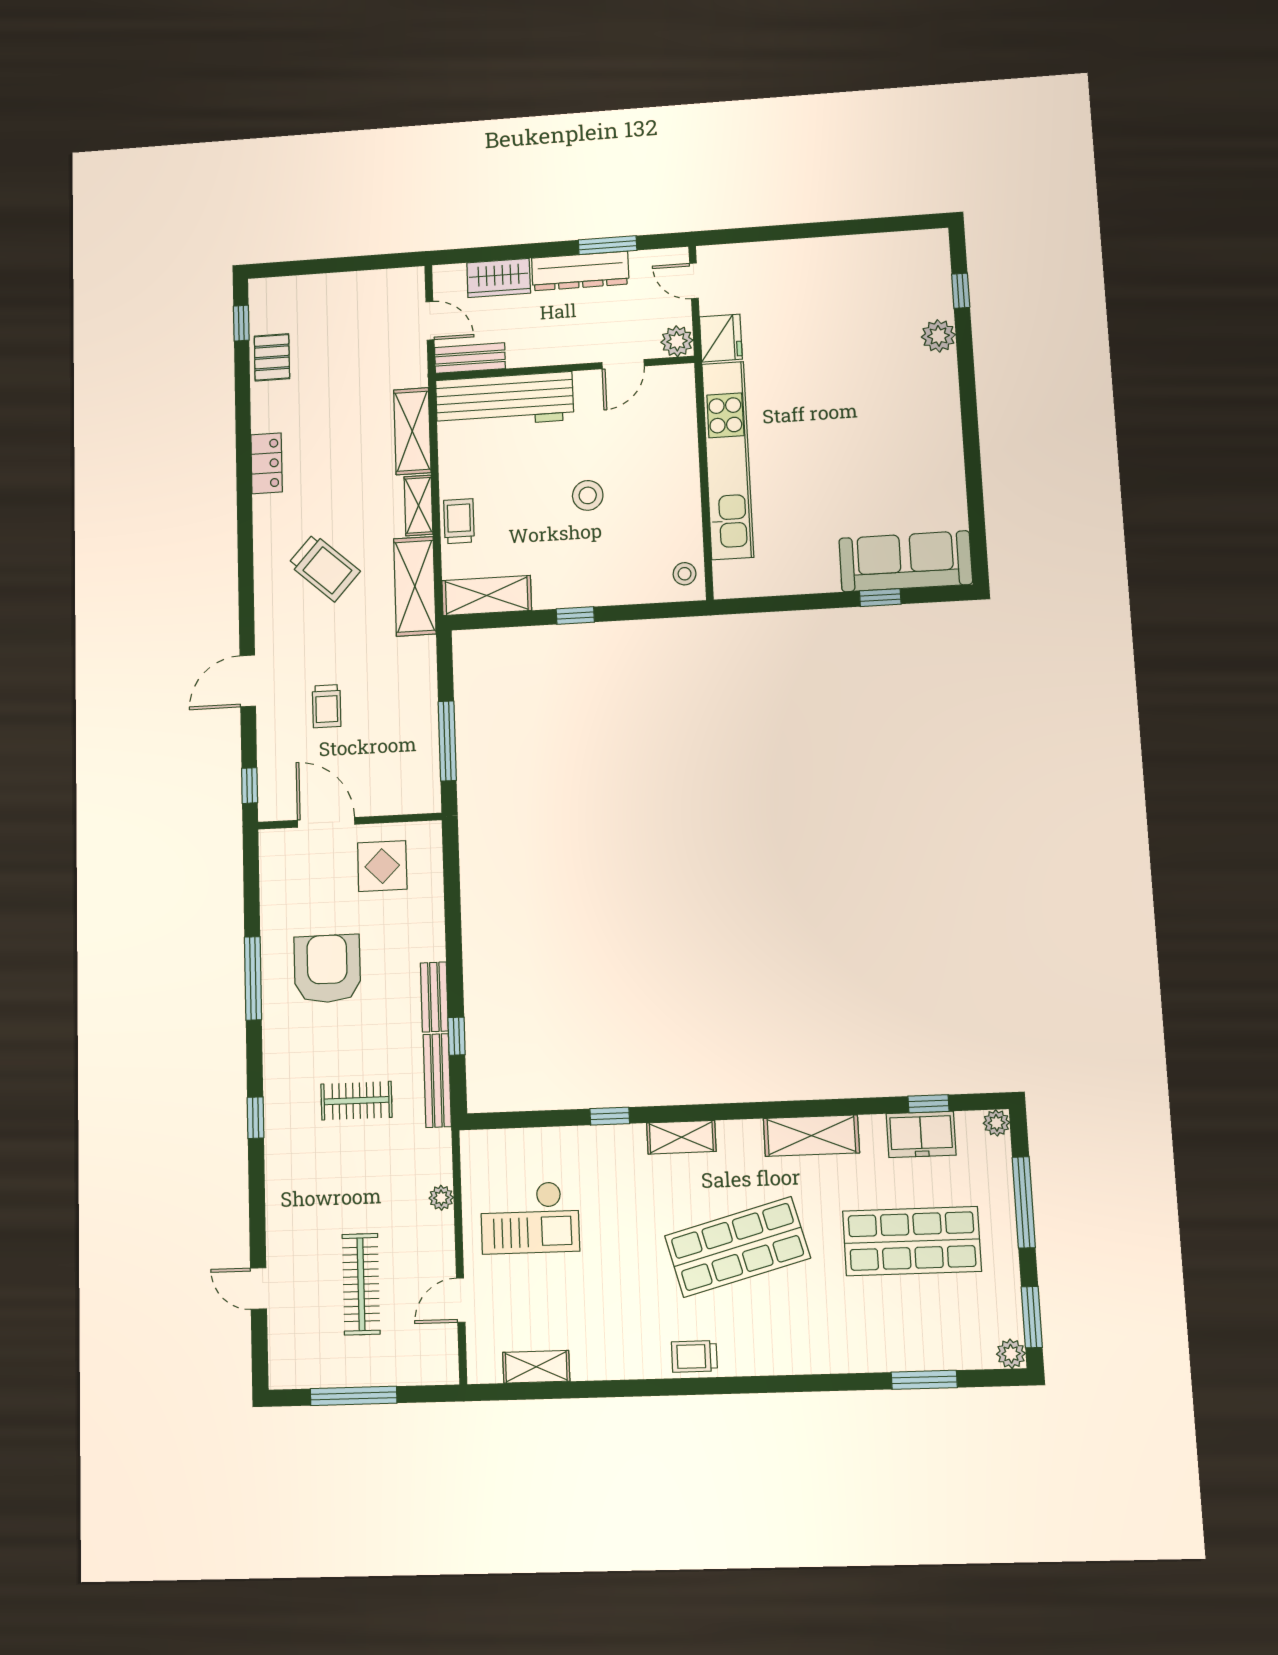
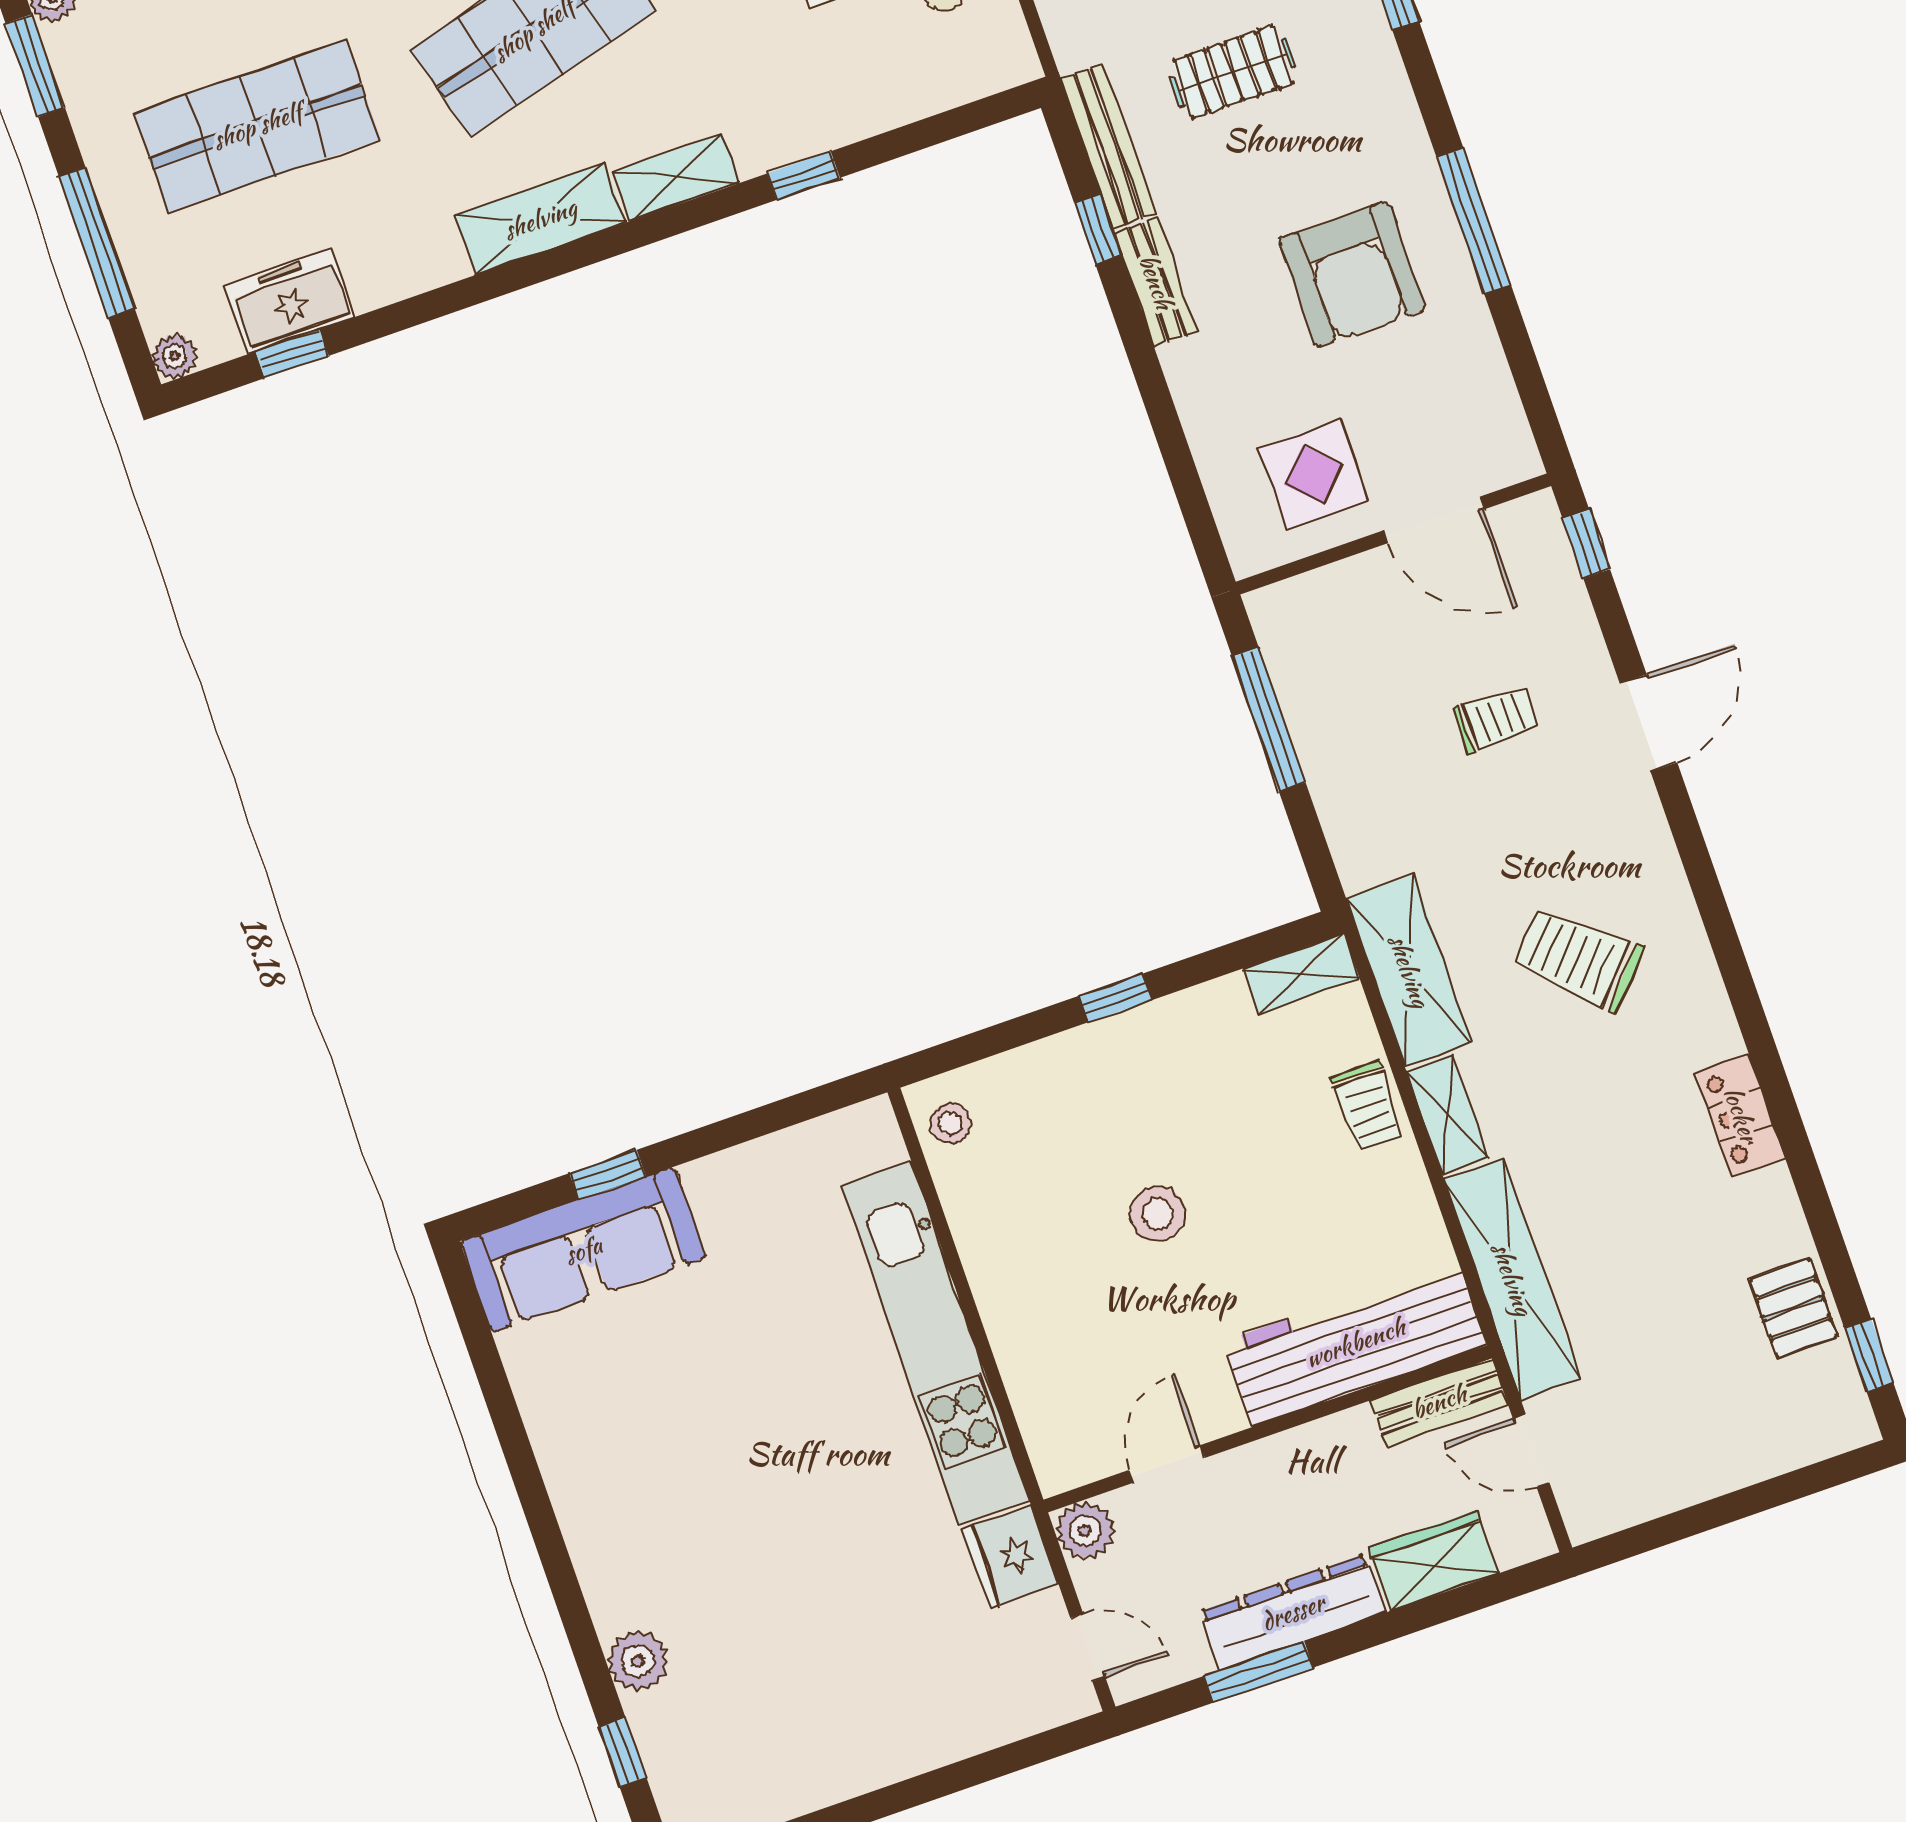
shelving: (412, 431) -> (1512, 1279), width x1.47
shelving: (487, 595) -> (1302, 973), width x0.67, depth x0.75
trolley: (327, 706) -> (1496, 719), turned 90
shelving: (811, 1136) -> (540, 219), moved

